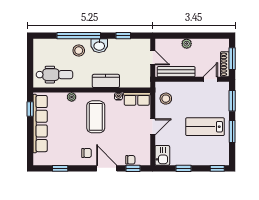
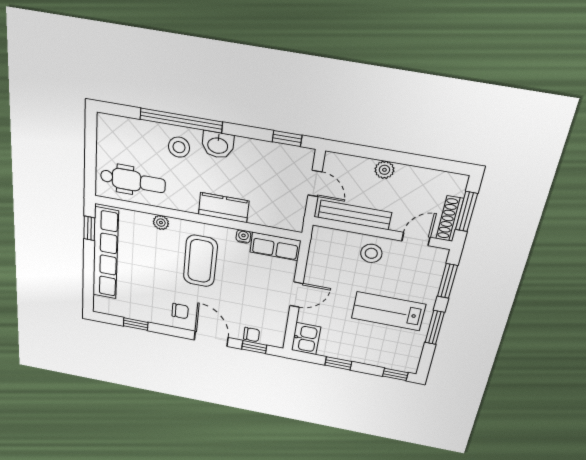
window: (123, 36) -> (287, 138), moved
stool: (166, 99) -> (371, 253), moved

